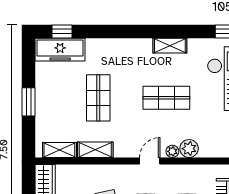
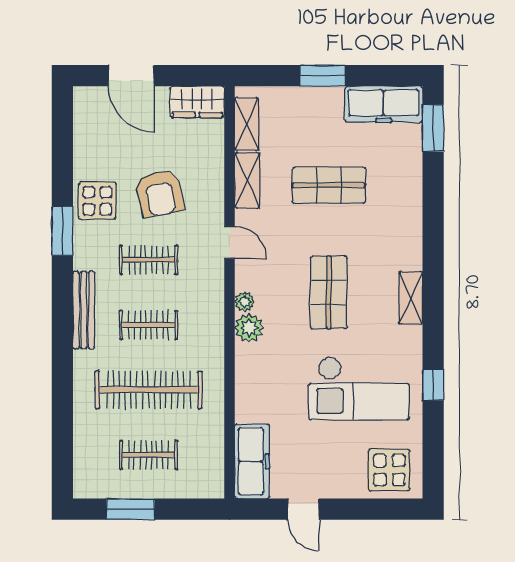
window: (62, 31) -> (433, 128), width x1.50
freezer: (60, 50) -> (384, 104), moved, turned -90
door: (150, 161) -> (230, 242), moved

